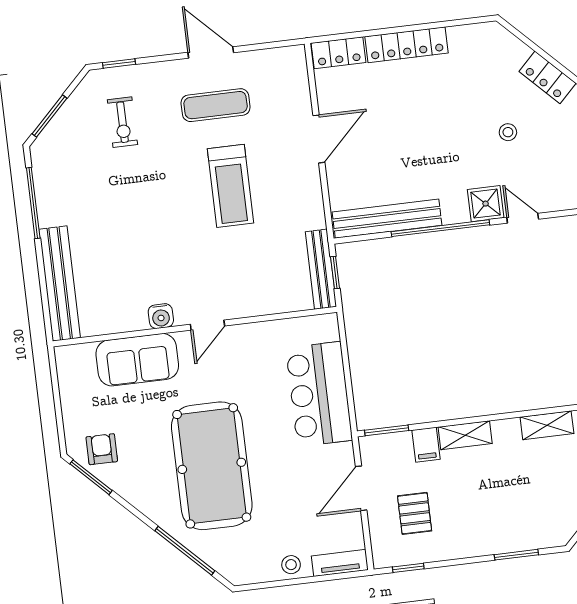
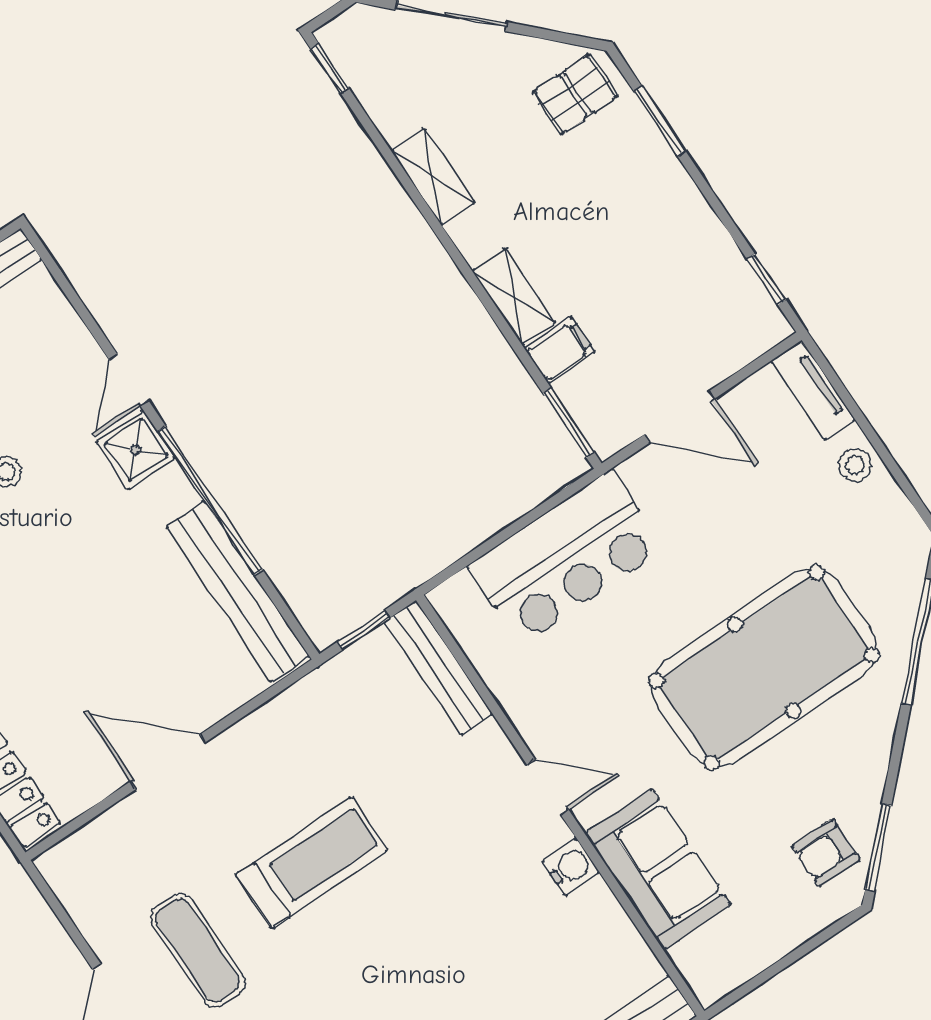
bench: (321, 269) -> (439, 668), moved, turned 90
pallet: (415, 513) -> (575, 94), moved

